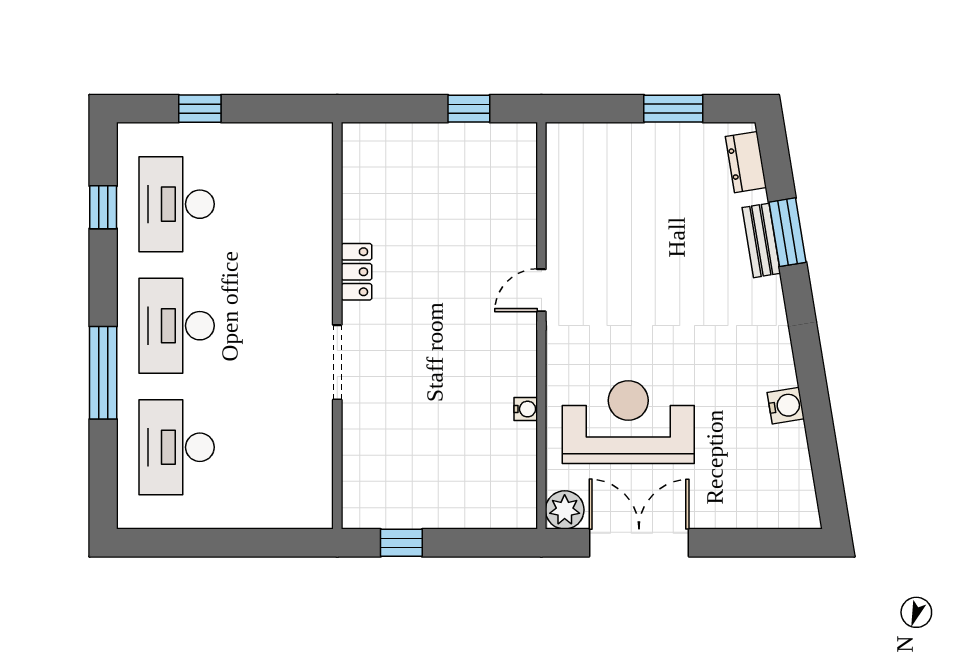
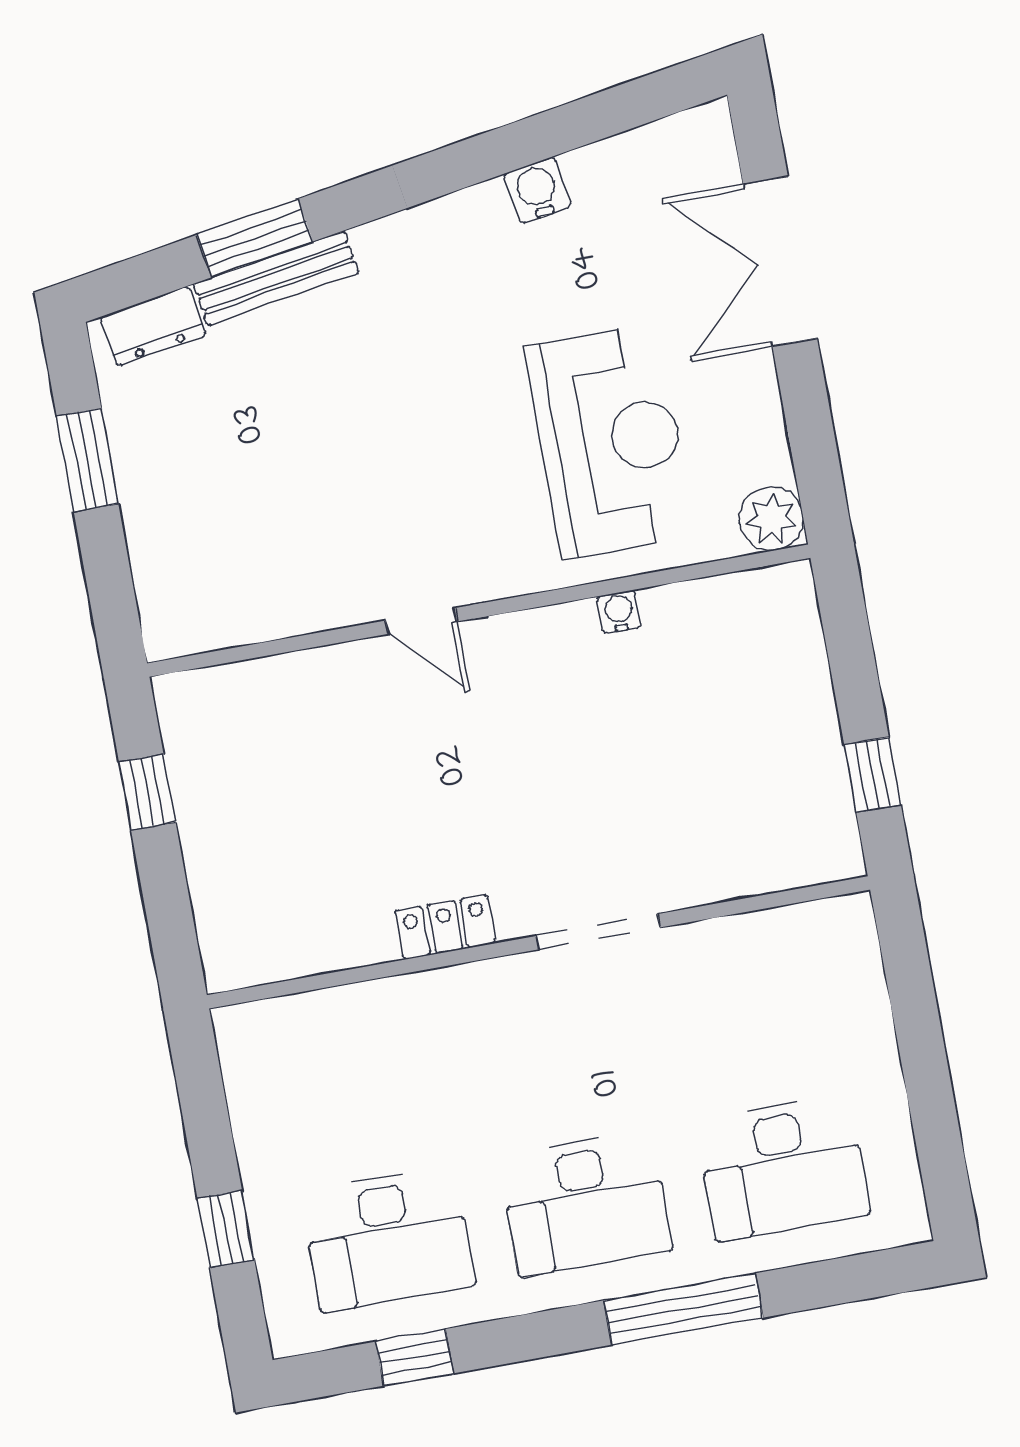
bench: (761, 240) -> (276, 278), width x1.36
reception desk: (628, 422) -> (610, 441), turned 180
double door: (639, 543) -> (780, 261), moved

